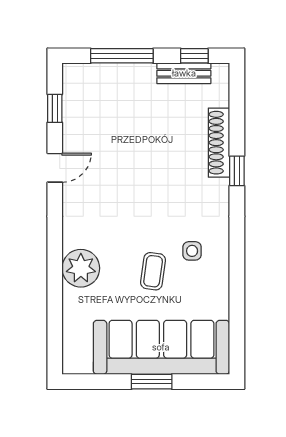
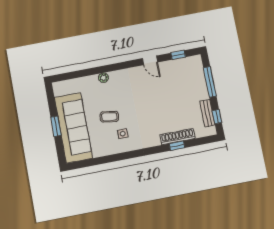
window: (237, 171) -> (177, 146), moved
plant: (81, 268) -> (103, 78), width x0.53, depth x0.53

